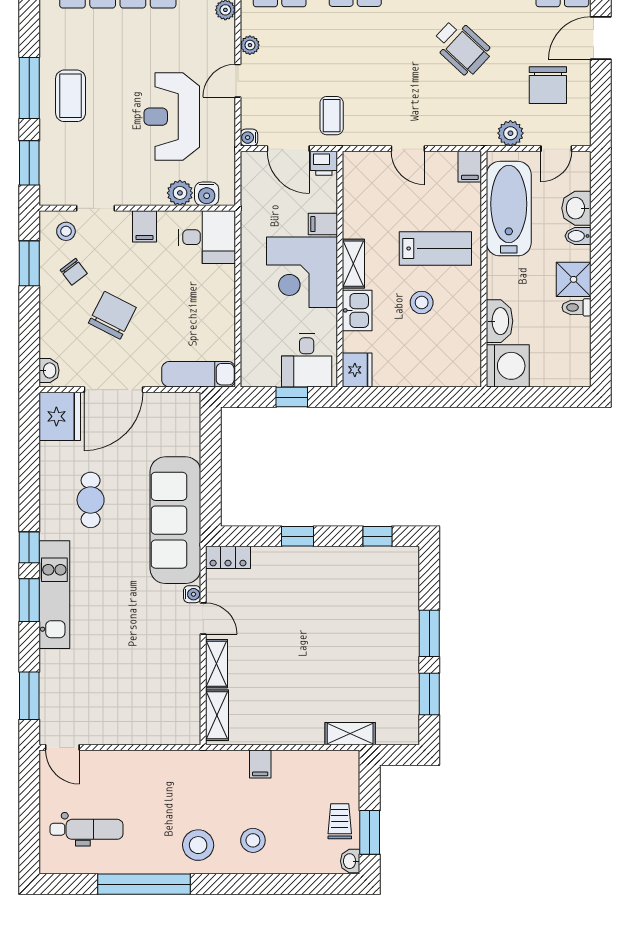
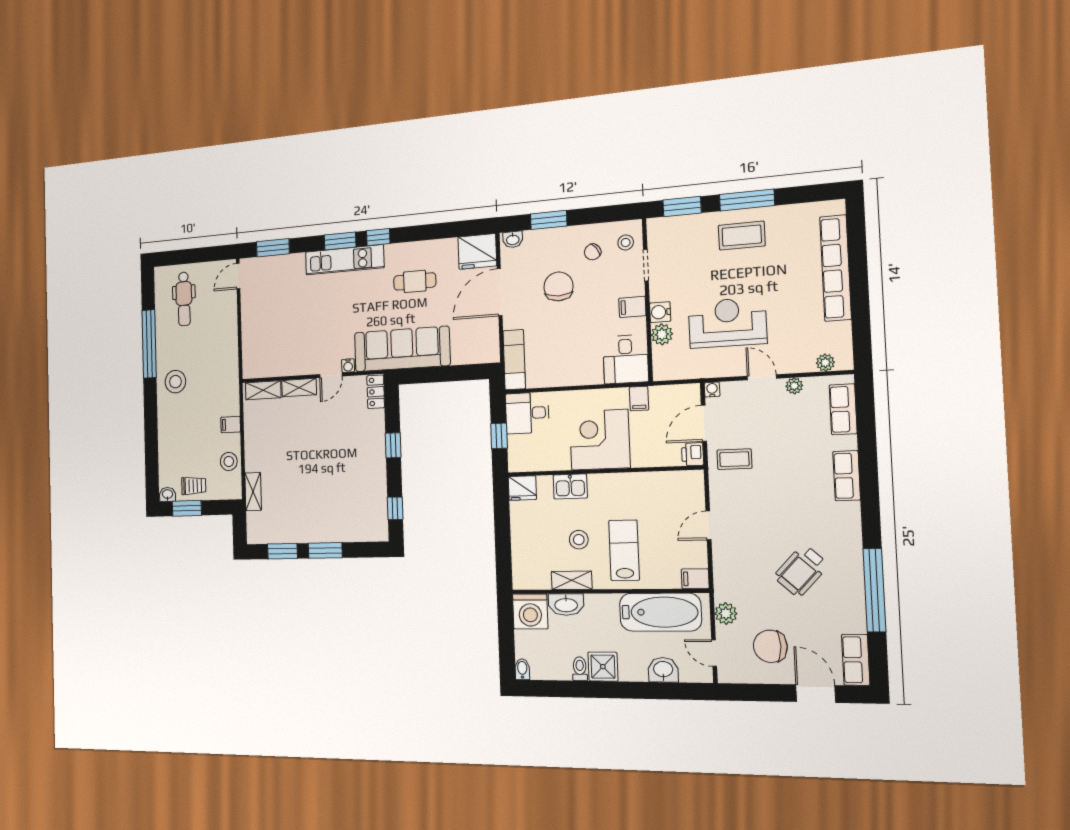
water cooler: (207, 194) -> (660, 312), moved
filing cabinet: (323, 224) -> (639, 399), moved, turned 180
bidet: (578, 236) -> (522, 669), moved
lab bench: (435, 248) -> (624, 550), turned 180
window: (29, 263) -> (549, 220), moved
shelving: (353, 264) -> (572, 580), moved
chair: (112, 315) -> (559, 286), turned -117
desk: (307, 360) -> (527, 413), moved
door: (113, 390) -> (500, 292), hinge flipped
stool: (253, 840) -> (229, 461), moved

